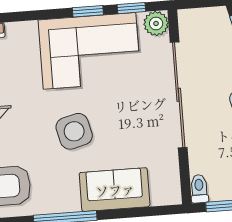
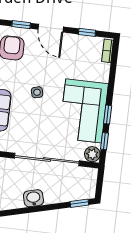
side table: (74, 131) -> (37, 92), width x0.54, depth x0.54

